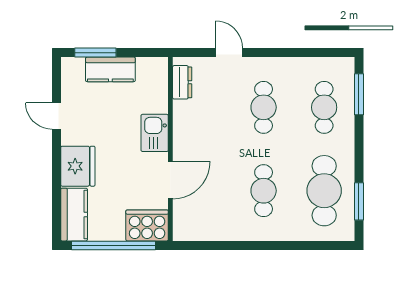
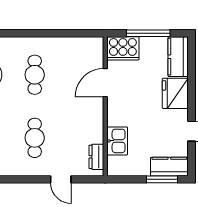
kitchen counter: (110, 69) -> (169, 167), moved
kitchen sink: (155, 133) -> (117, 141), moved
window: (114, 245) -> (148, 33), width x0.68

